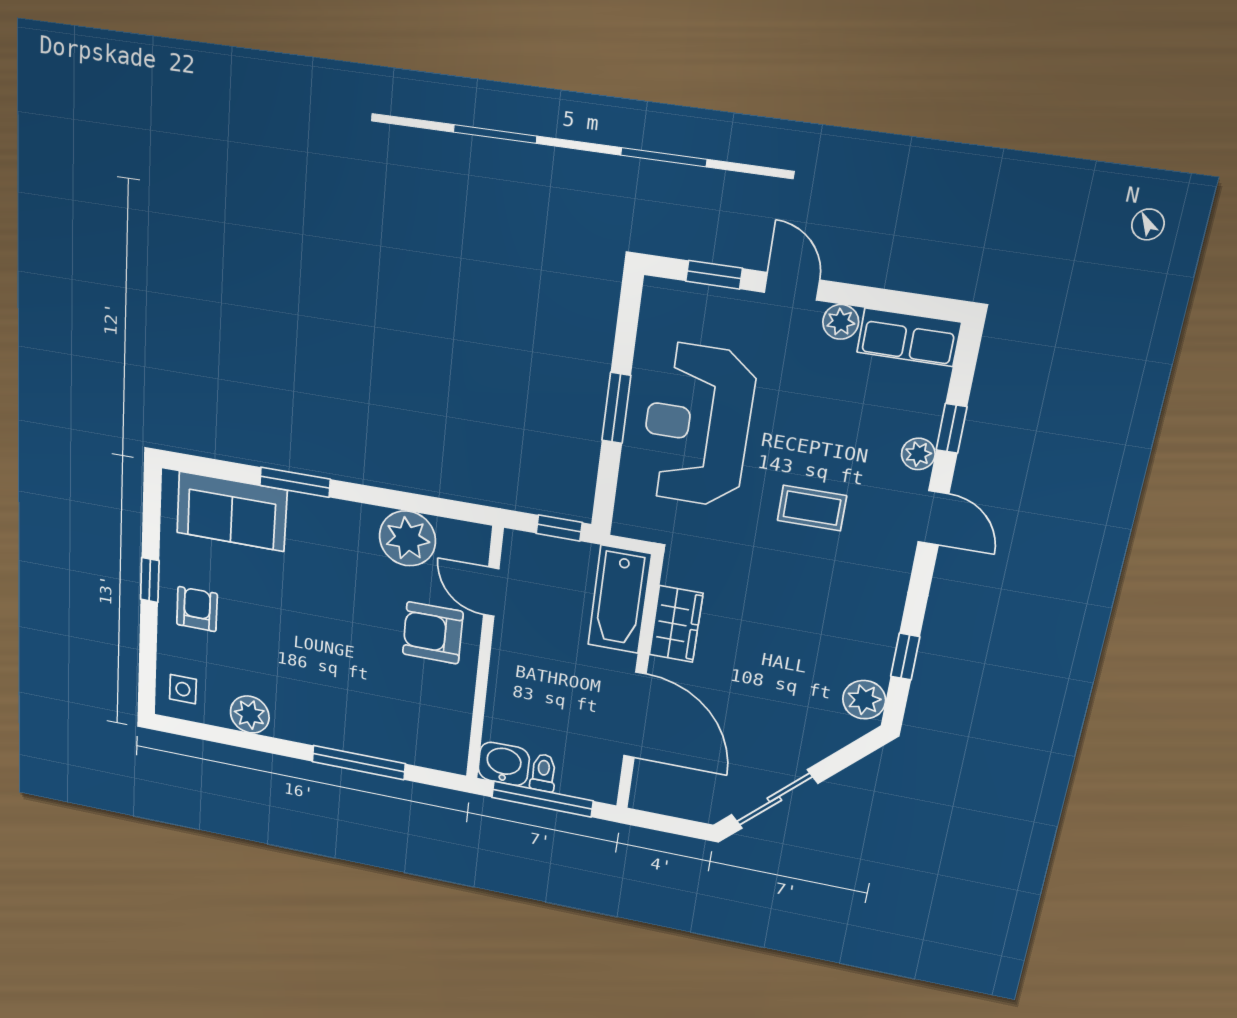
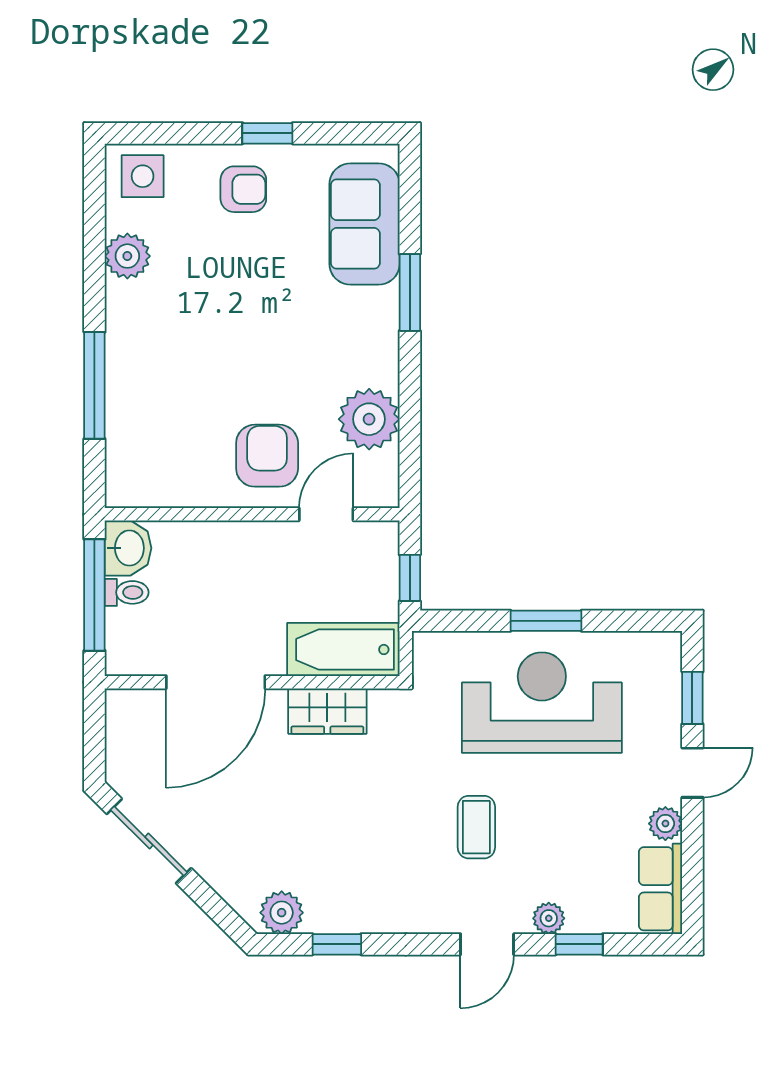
side table: (183, 689) -> (143, 176), width x1.37, depth x1.37

